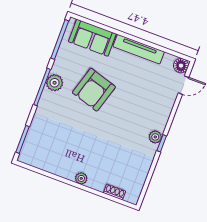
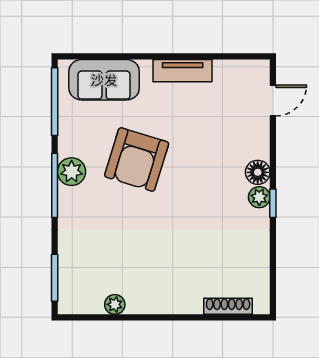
tv unit: (139, 49) -> (183, 71), width x0.71
floor lamp: (181, 66) -> (258, 172), moved
plant: (81, 178) -> (115, 304), moved
shoe rack: (115, 192) -> (228, 306), width x1.43

